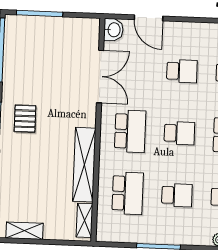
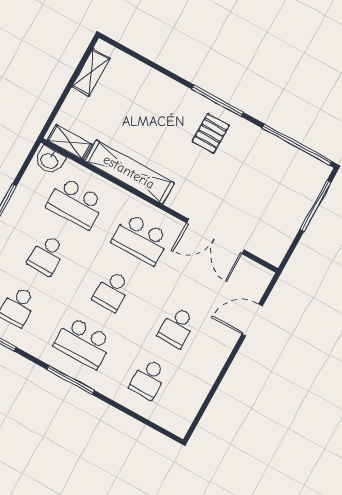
washbasin: (114, 30) -> (50, 160), moved
pallet: (25, 119) -> (211, 133), turned 90

